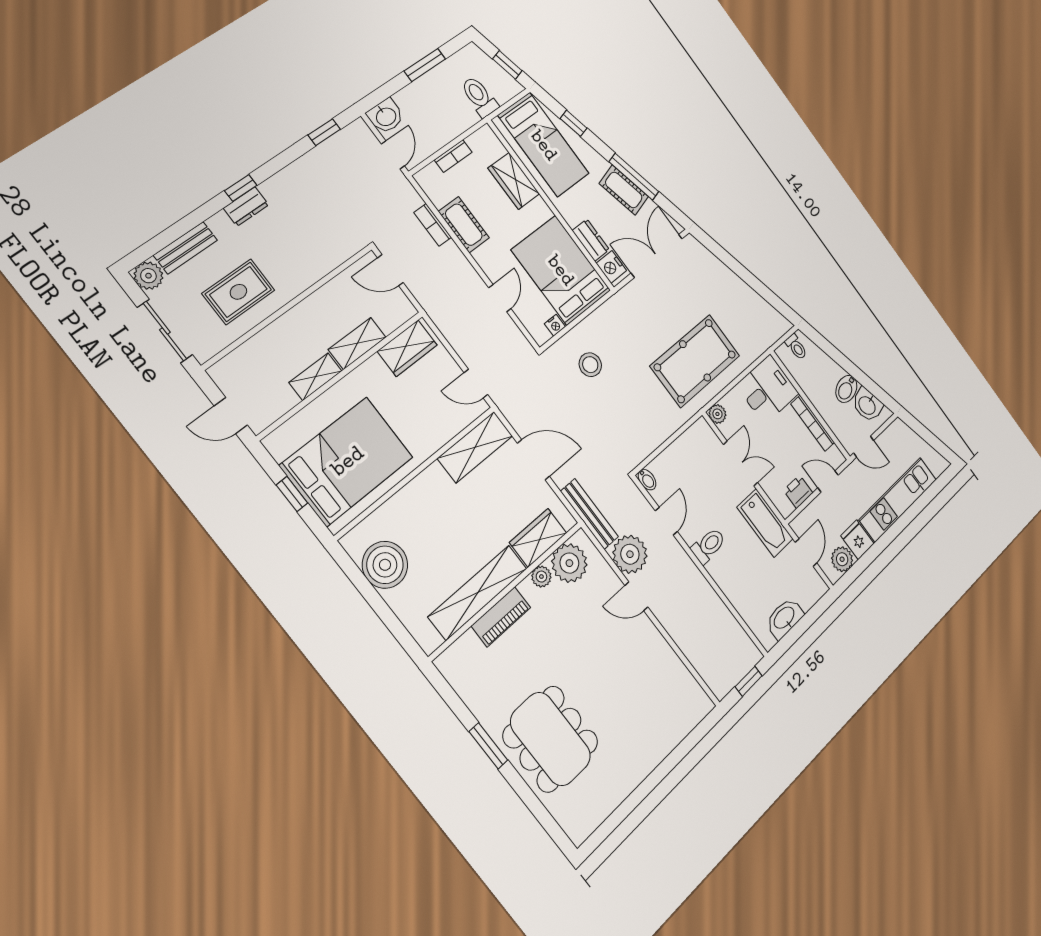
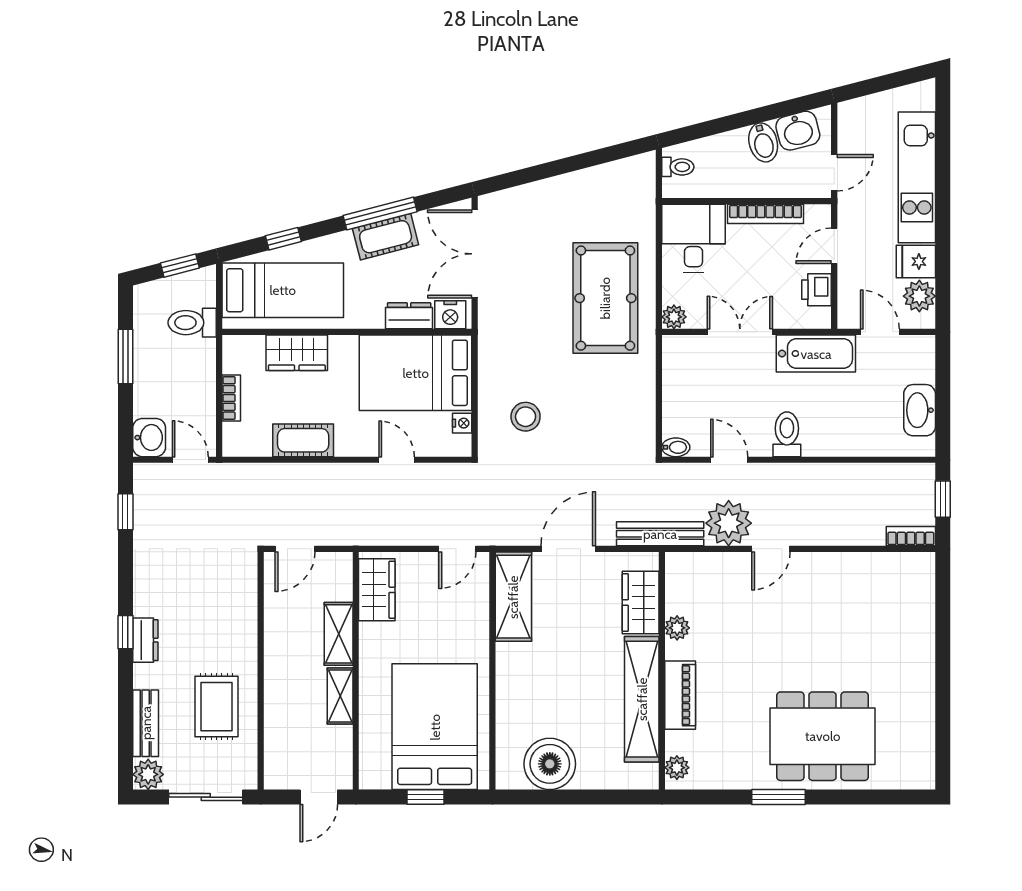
bookcase: (433, 225) -> (911, 536), moved, turned 180
plant: (569, 563) -> (677, 768), moved, width x0.53, depth x0.53

